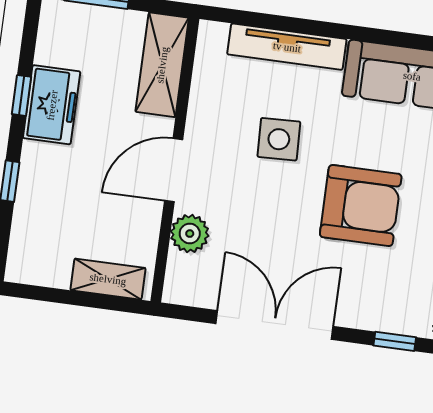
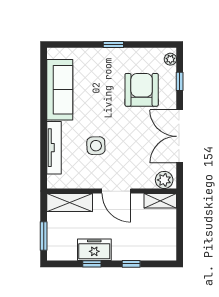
armchair: (361, 206) -> (142, 90), moved
plant: (190, 234) -> (164, 180), moved
shelving: (108, 279) -> (160, 201), moved, turned 90

